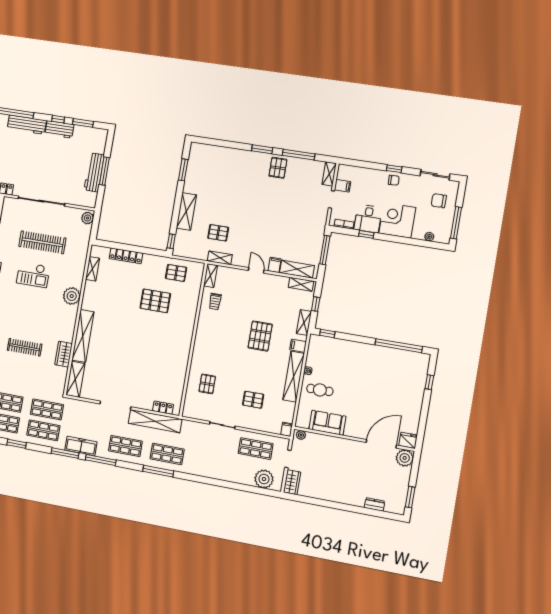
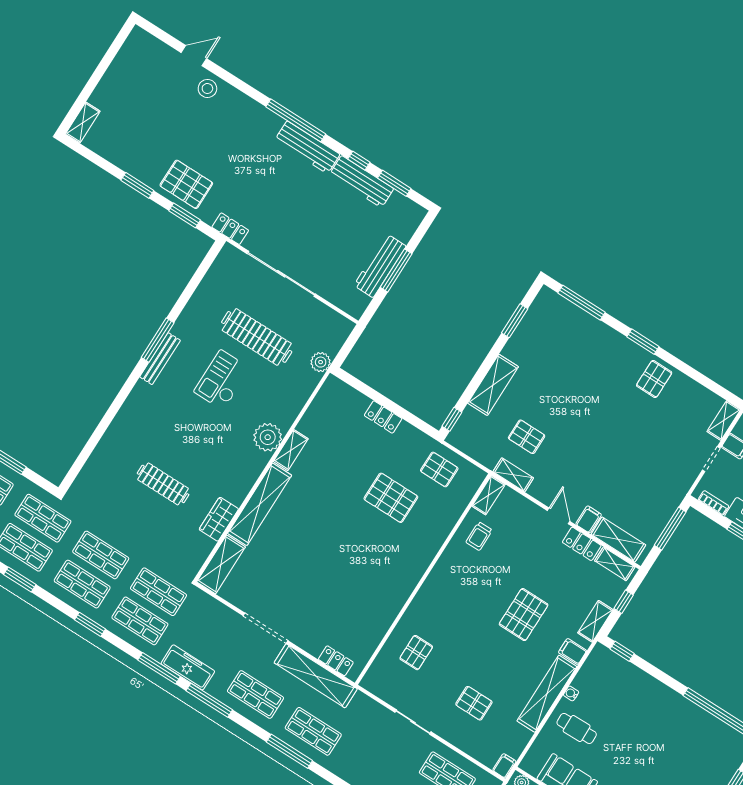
workbench: (59, 129) -> (361, 182), width x1.38
window: (299, 155) -> (581, 303), moved
plant: (87, 218) -> (321, 362), moved
locker: (126, 256) -> (383, 417), width x0.66
shelving: (92, 269) -> (291, 450), moved
checkout: (33, 275) -> (222, 380), turned 90
locker: (277, 281) -> (582, 544), added

